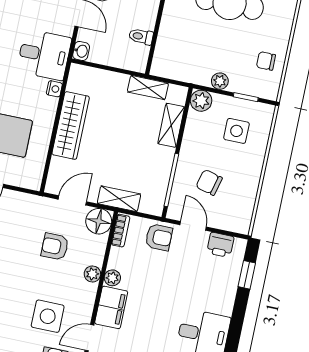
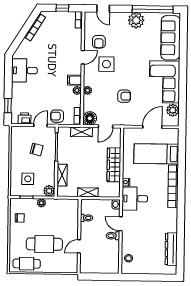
shelving: (148, 88) -> (88, 192), moved
door: (193, 226) -> (41, 125), swing flipped
armchair: (55, 247) -> (124, 96), moved
filing cabinet: (111, 307) -> (74, 80), width x0.50

